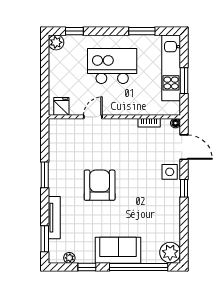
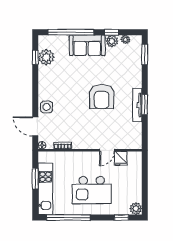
window: (142, 31) -> (68, 218), width x2.11
fridge: (61, 106) -> (121, 158), moved
window: (184, 188) -> (35, 57), moved
tv unit: (54, 218) -> (137, 105), moved
plant: (170, 252) -> (46, 57), moved
plant: (86, 256) -> (112, 41), added

